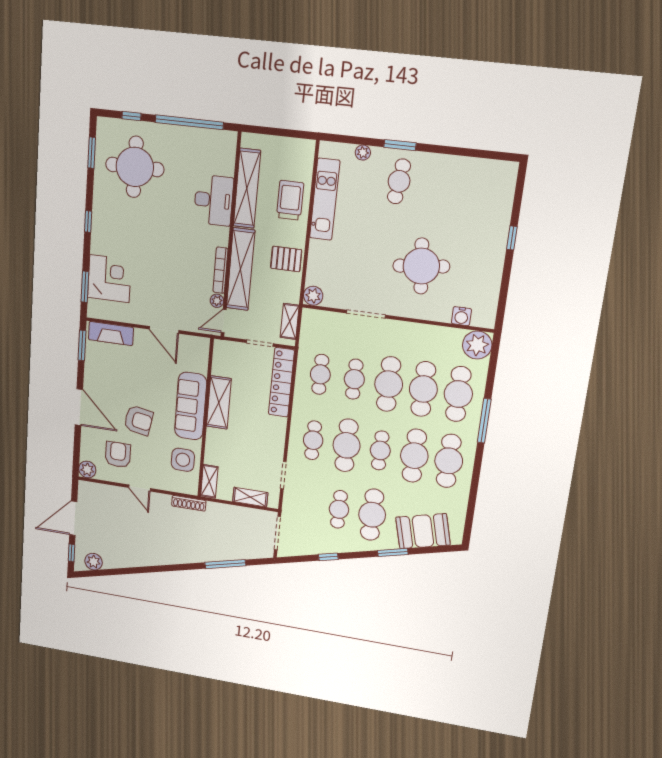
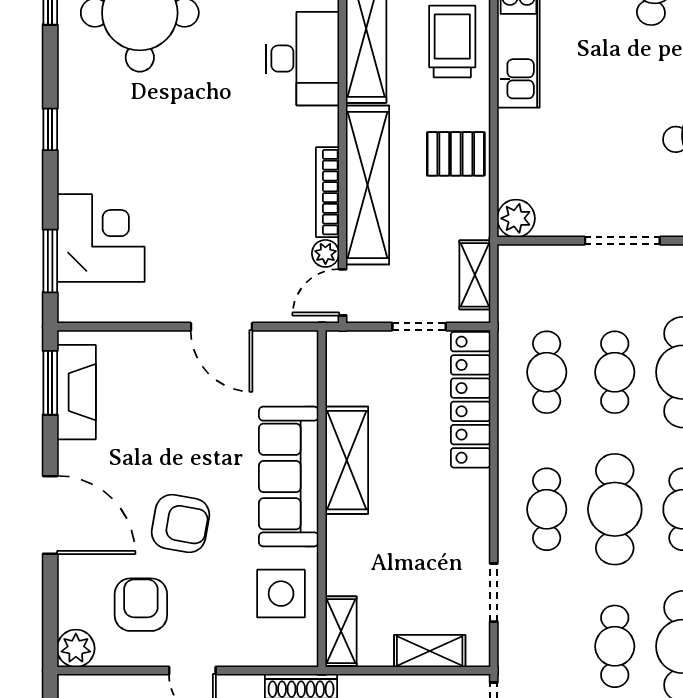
fireplace: (111, 334) -> (76, 392), moved, turned -90

